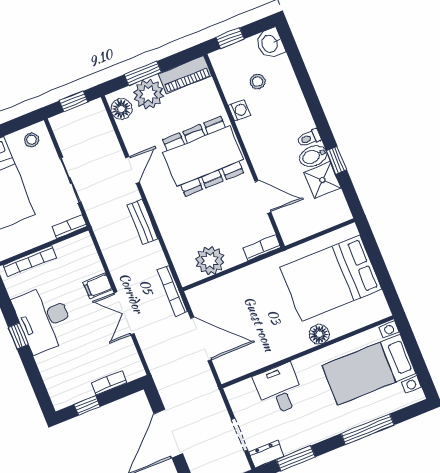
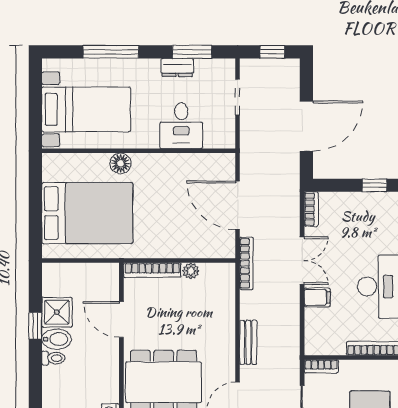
bookcase: (262, 248) -> (152, 270), width x1.56
plant: (210, 261) -> (191, 271), width x0.53, depth x0.53
bookcase: (109, 383) -> (311, 209), moved, turned -90
dresser: (266, 454) -> (177, 67), moved

